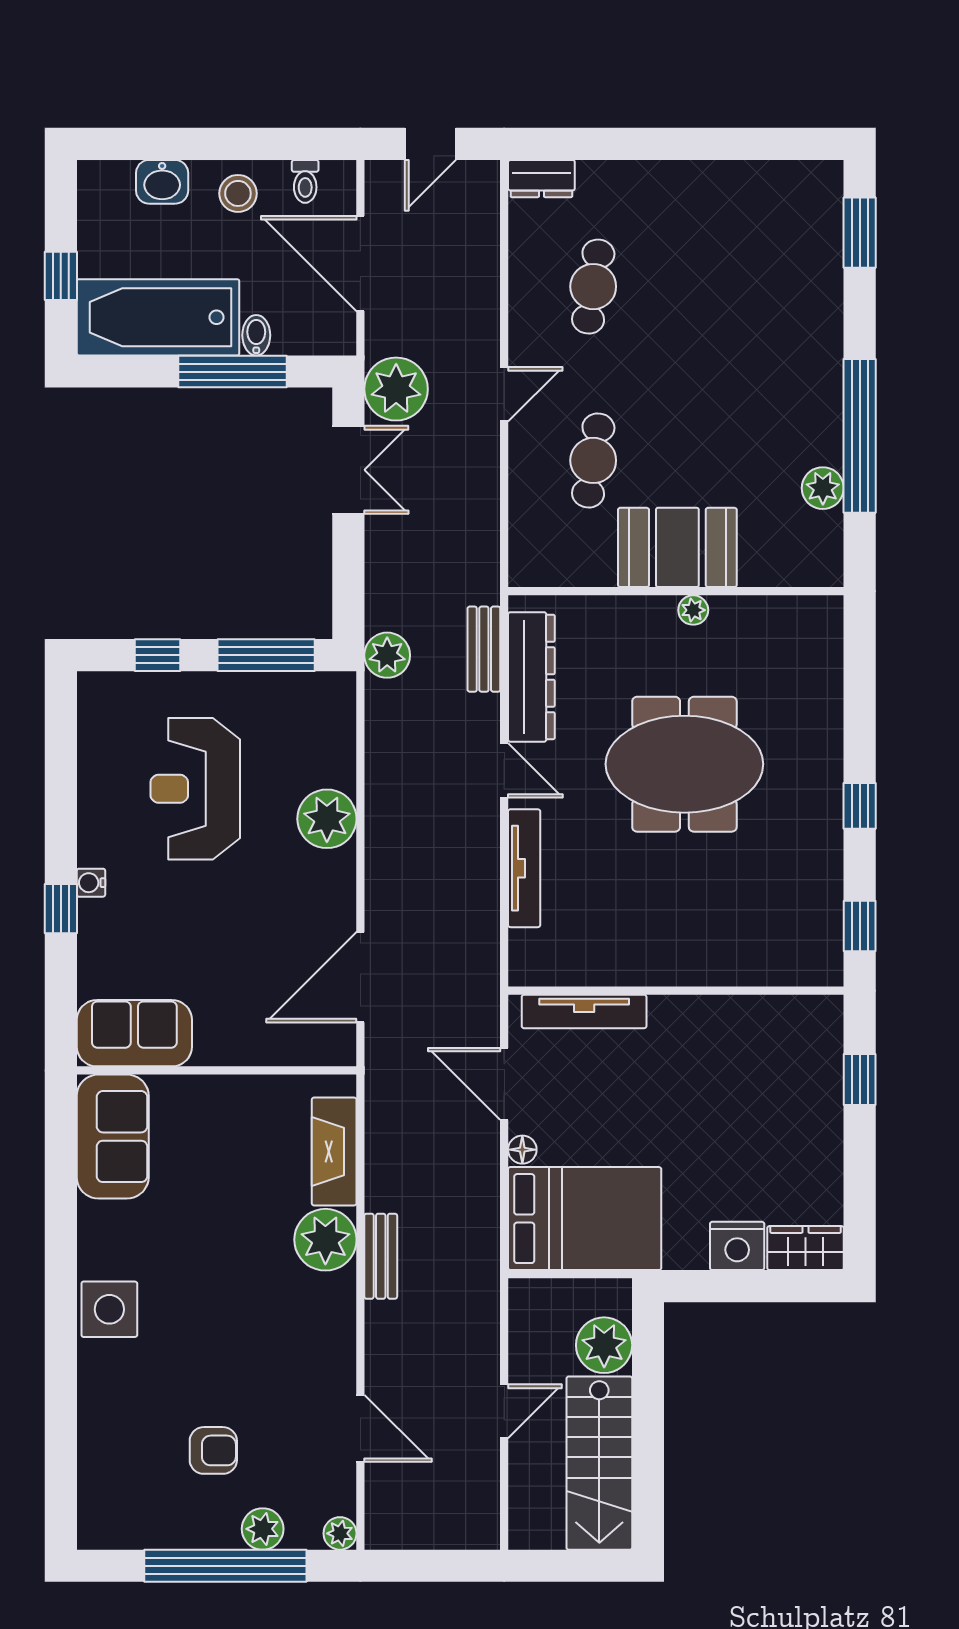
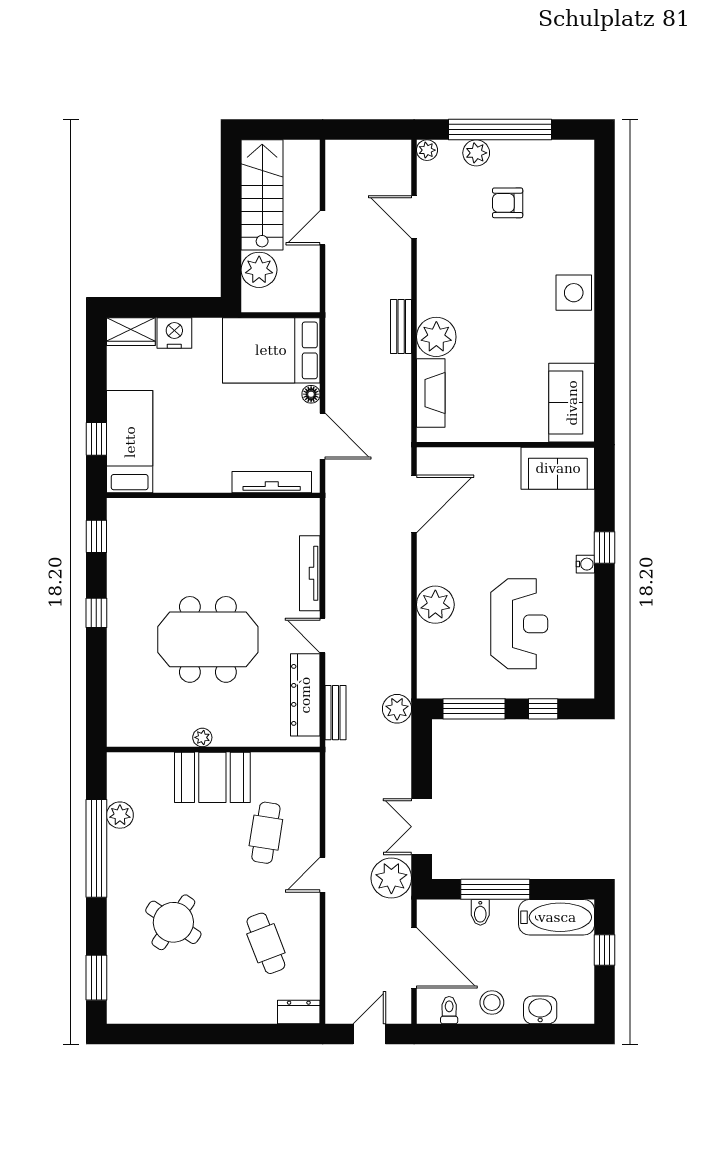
cafe table: (593, 287) -> (266, 943), turned -30
bathtub: (158, 317) -> (557, 917), width x0.73, depth x0.73
round table: (739, 320) -> (173, 922), added
bed: (807, 1075) -> (130, 442), added

